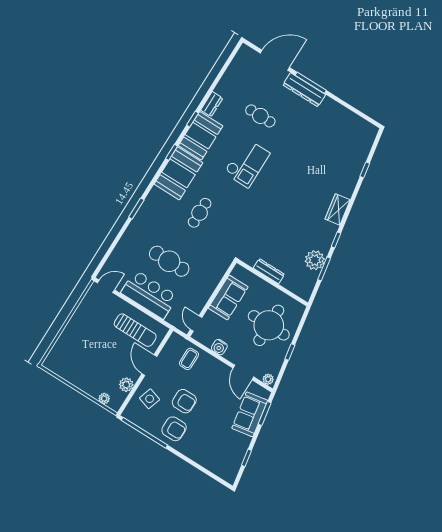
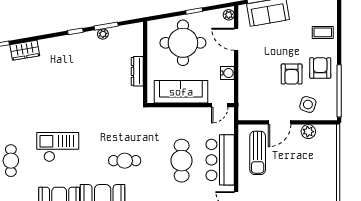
wardrobe: (338, 209) -> (25, 50), moved
plant: (315, 260) -> (103, 34), width x0.53, depth x0.53
sofa: (228, 298) -> (181, 92), width x1.36
sun lounger: (135, 330) -> (258, 153), turned 180
coffee table: (189, 359) -> (323, 32), moved
door: (243, 373) -> (236, 39), swing flipped
plant: (104, 399) -> (332, 143), removed
armchair: (184, 401) -> (292, 74), turned 180

